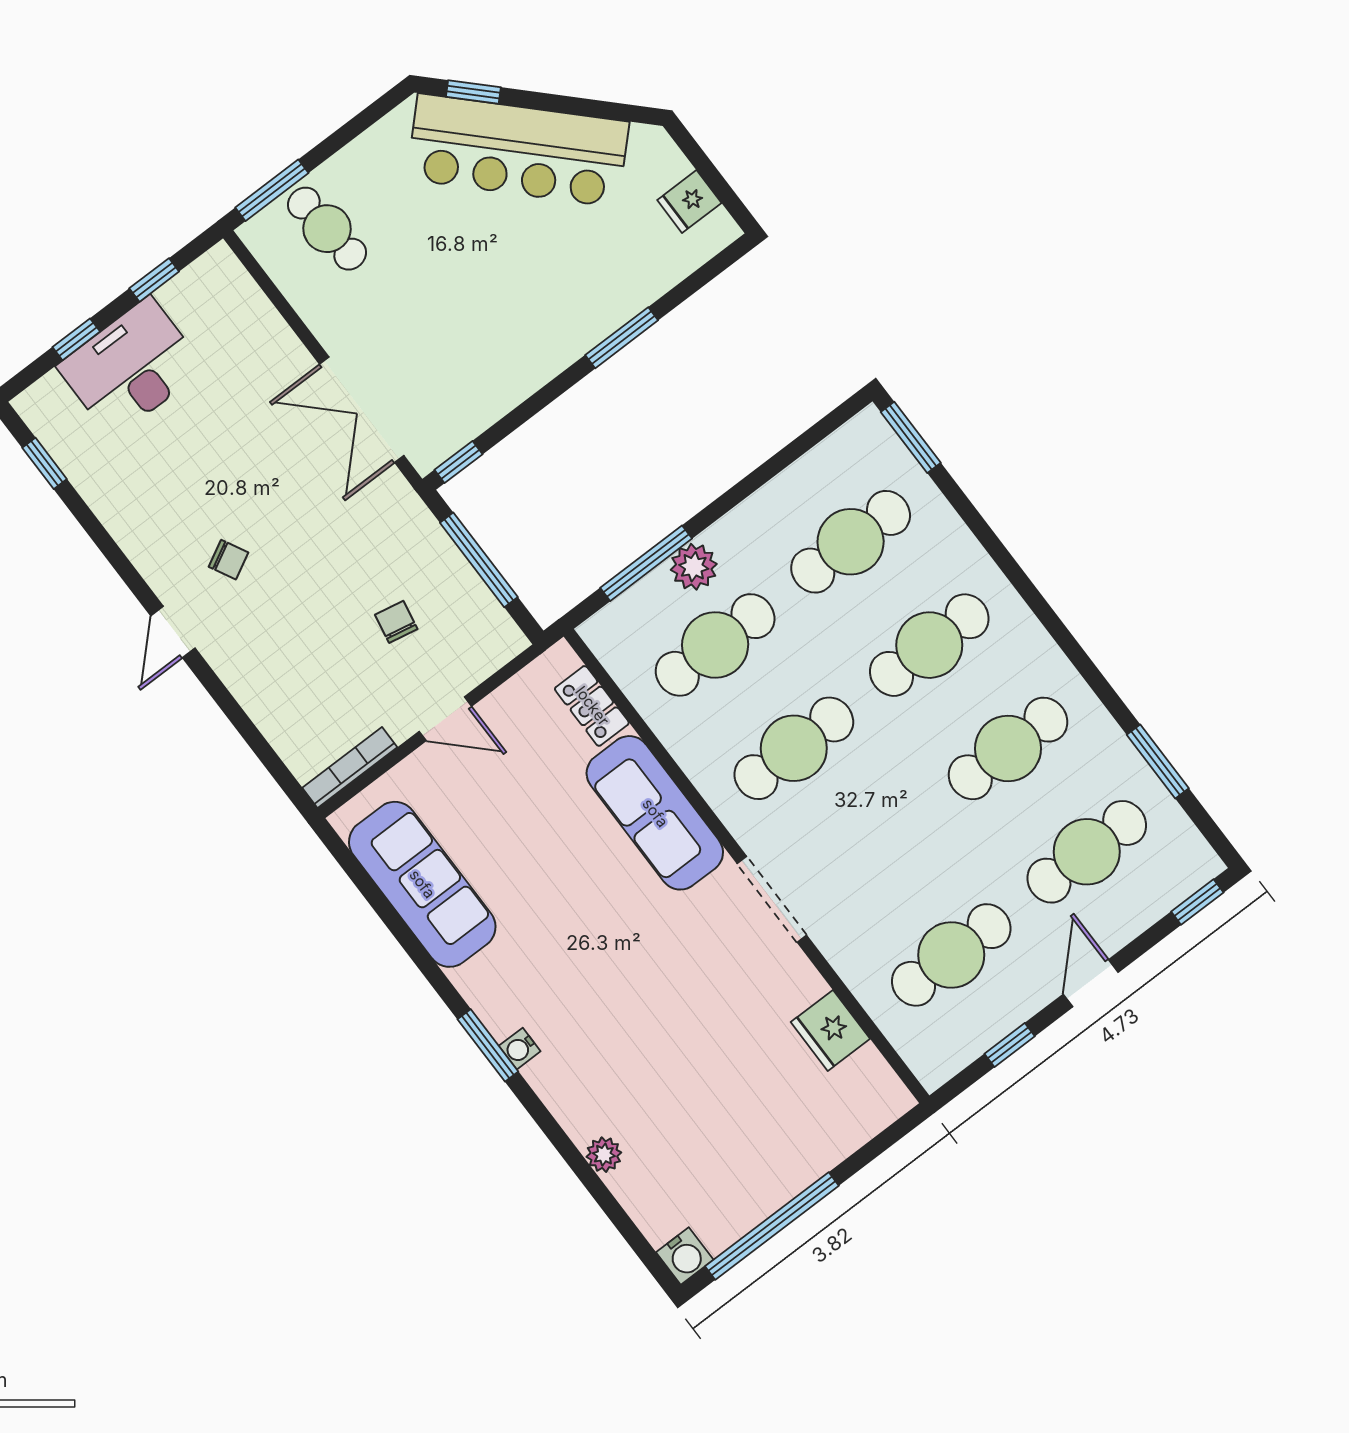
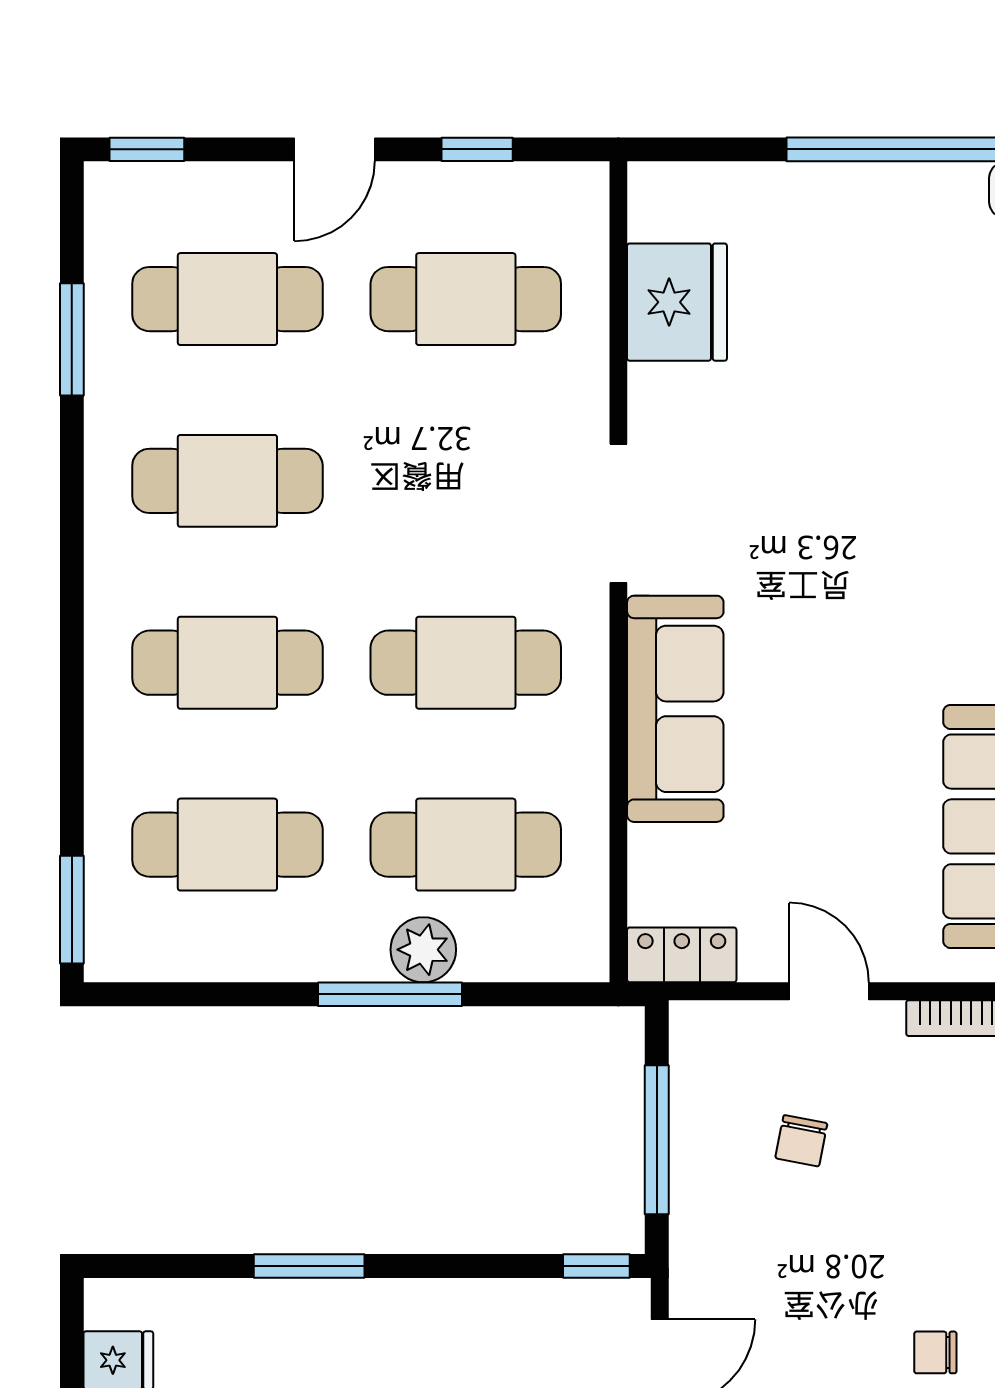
chair: (228, 560) -> (935, 1352), turned -62
window: (646, 563) -> (390, 994), moved
locker: (592, 706) -> (682, 955), moved, turned -90
fridge: (830, 1030) -> (677, 302), width x1.36, depth x1.34

